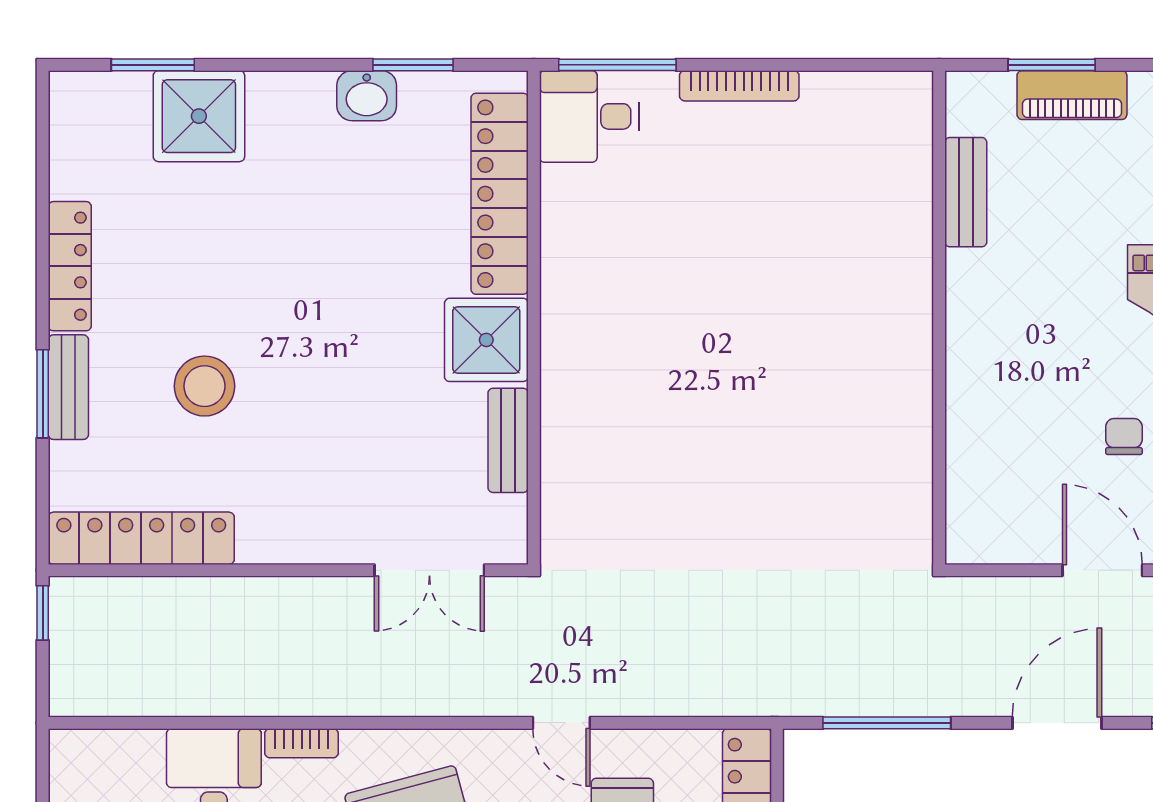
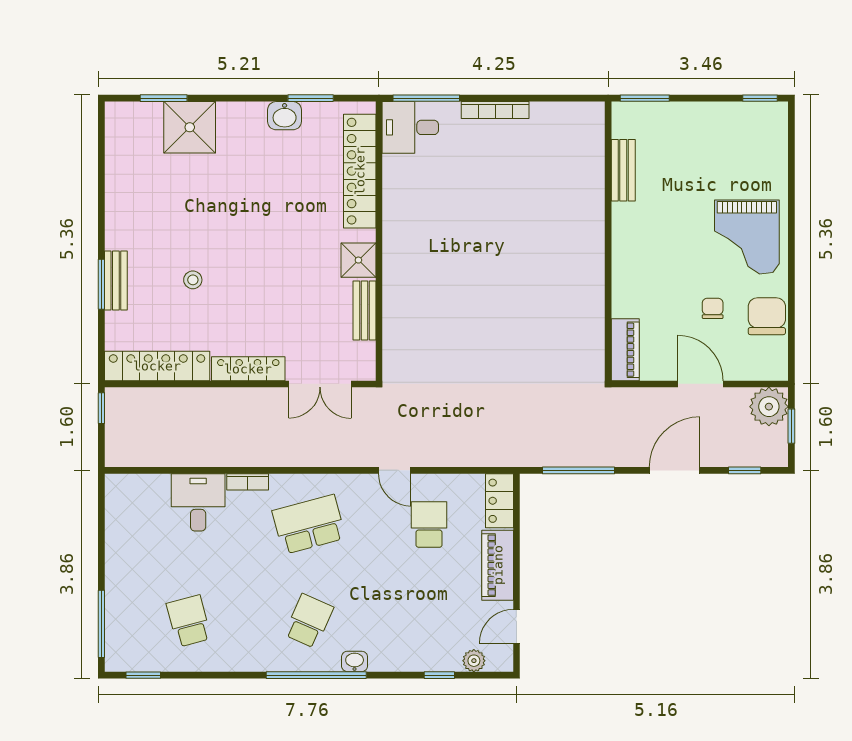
window: (1052, 65) -> (645, 98), moved
piano: (1072, 95) -> (625, 350), moved, turned -90
locker: (70, 266) -> (248, 369), moved, turned -90
shower: (486, 340) -> (358, 260), width x0.73, depth x0.73
stool: (204, 386) -> (193, 280), width x0.53, depth x0.53

